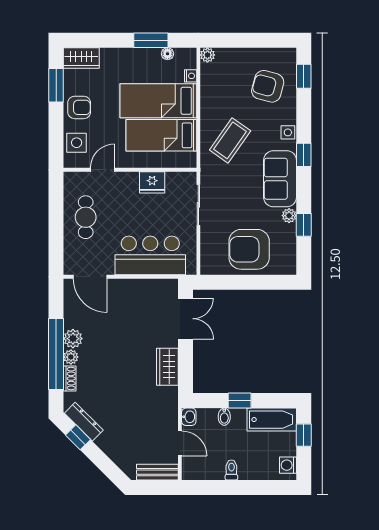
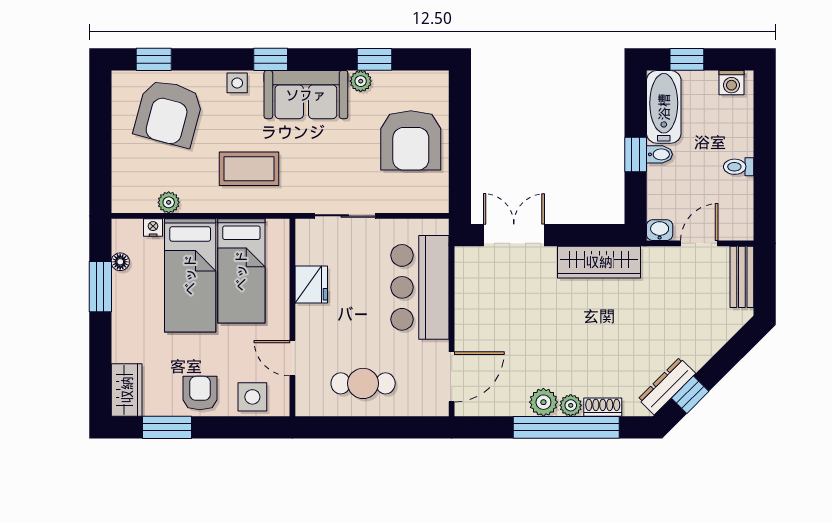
plant: (207, 55) -> (169, 202), moved
armchair: (268, 86) -> (169, 113), width x1.36, depth x1.36
coffee table: (230, 140) -> (249, 169), turned -35
wardrobe: (167, 367) -> (599, 262), width x1.50
bidet: (224, 417) -> (659, 154), moved

